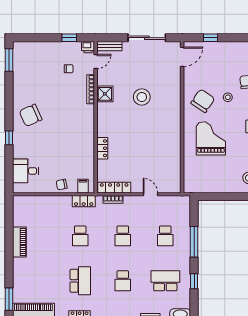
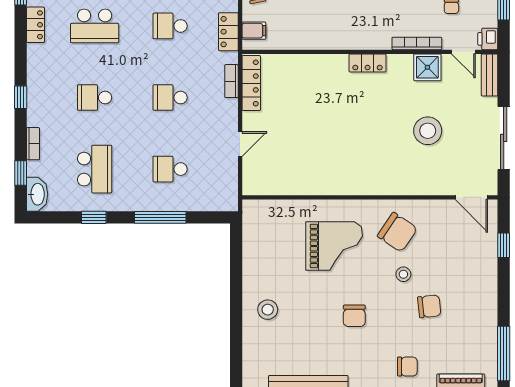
shower: (105, 94) -> (427, 67), moved
stool: (142, 97) -> (428, 131), moved
locker: (102, 148) -> (368, 63), moved

